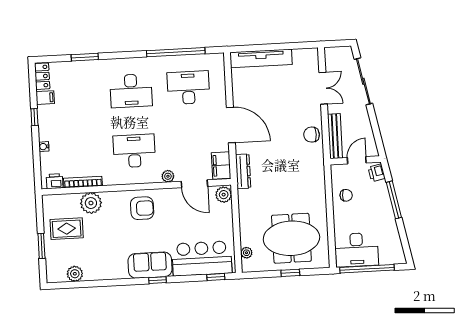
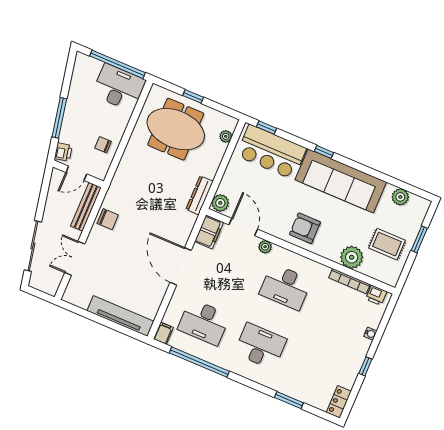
filing cabinet: (45, 98) -> (163, 333), moved, turned 90
dresser: (243, 171) -> (200, 195), moved
sofa: (150, 265) -> (341, 181), width x1.85, depth x1.27

